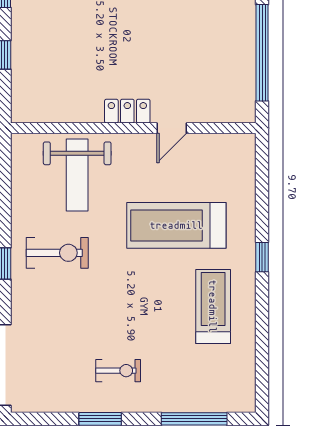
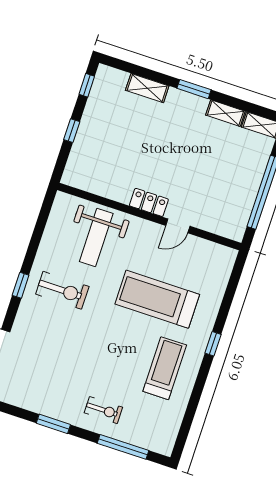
exercise bike: (118, 371) -> (103, 410), moved

